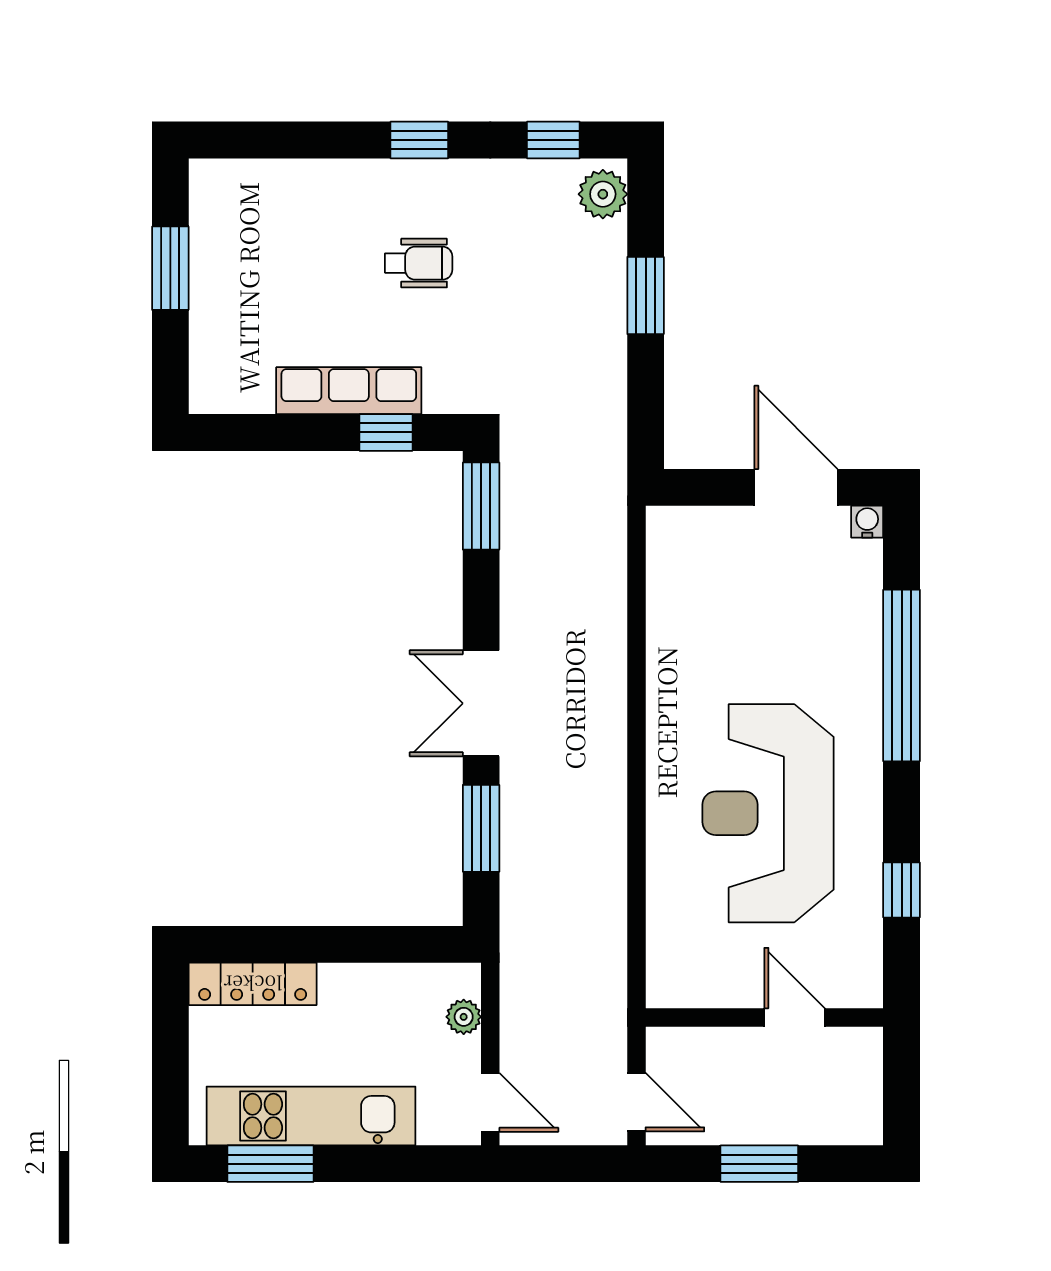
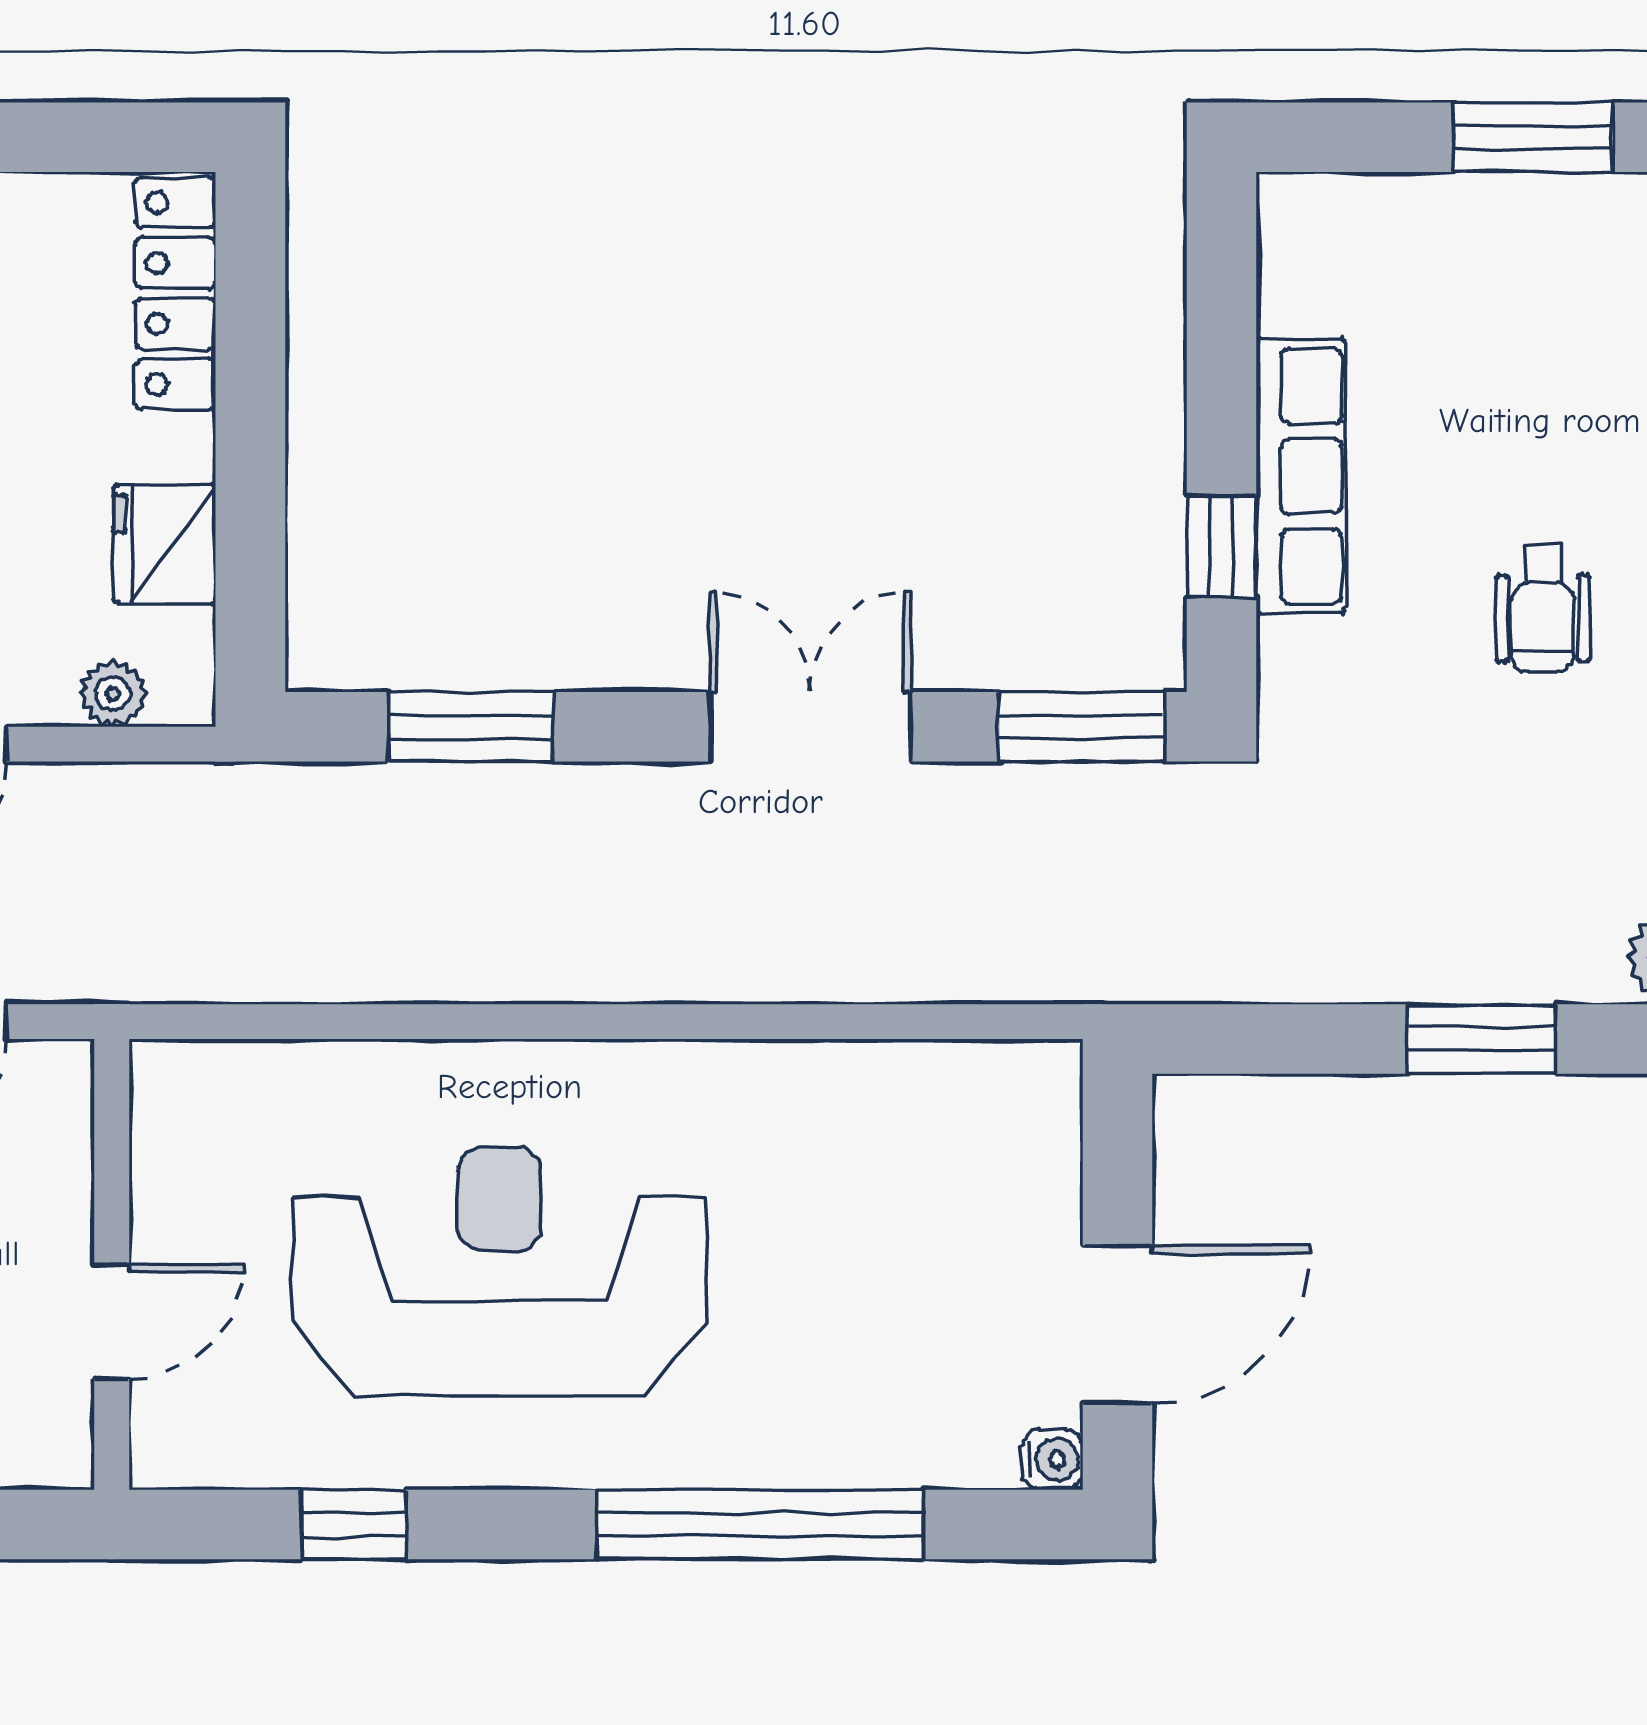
double door: (481, 703) -> (810, 727), moved
fridge: (385, 990) -> (165, 544), added

